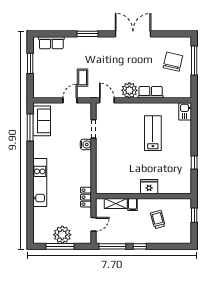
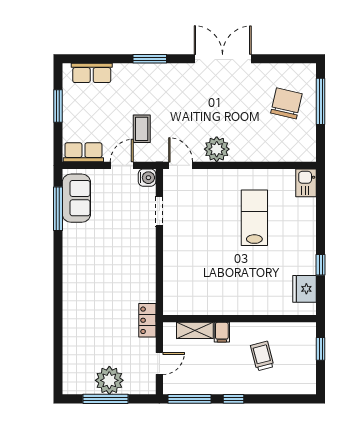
row of seats: (151, 92) -> (83, 152), moved
water cooler: (86, 144) -> (147, 178), moved
kitchen unit: (40, 182) -> (73, 297), removed
fridge: (149, 187) -> (305, 289), moved, turned -90

